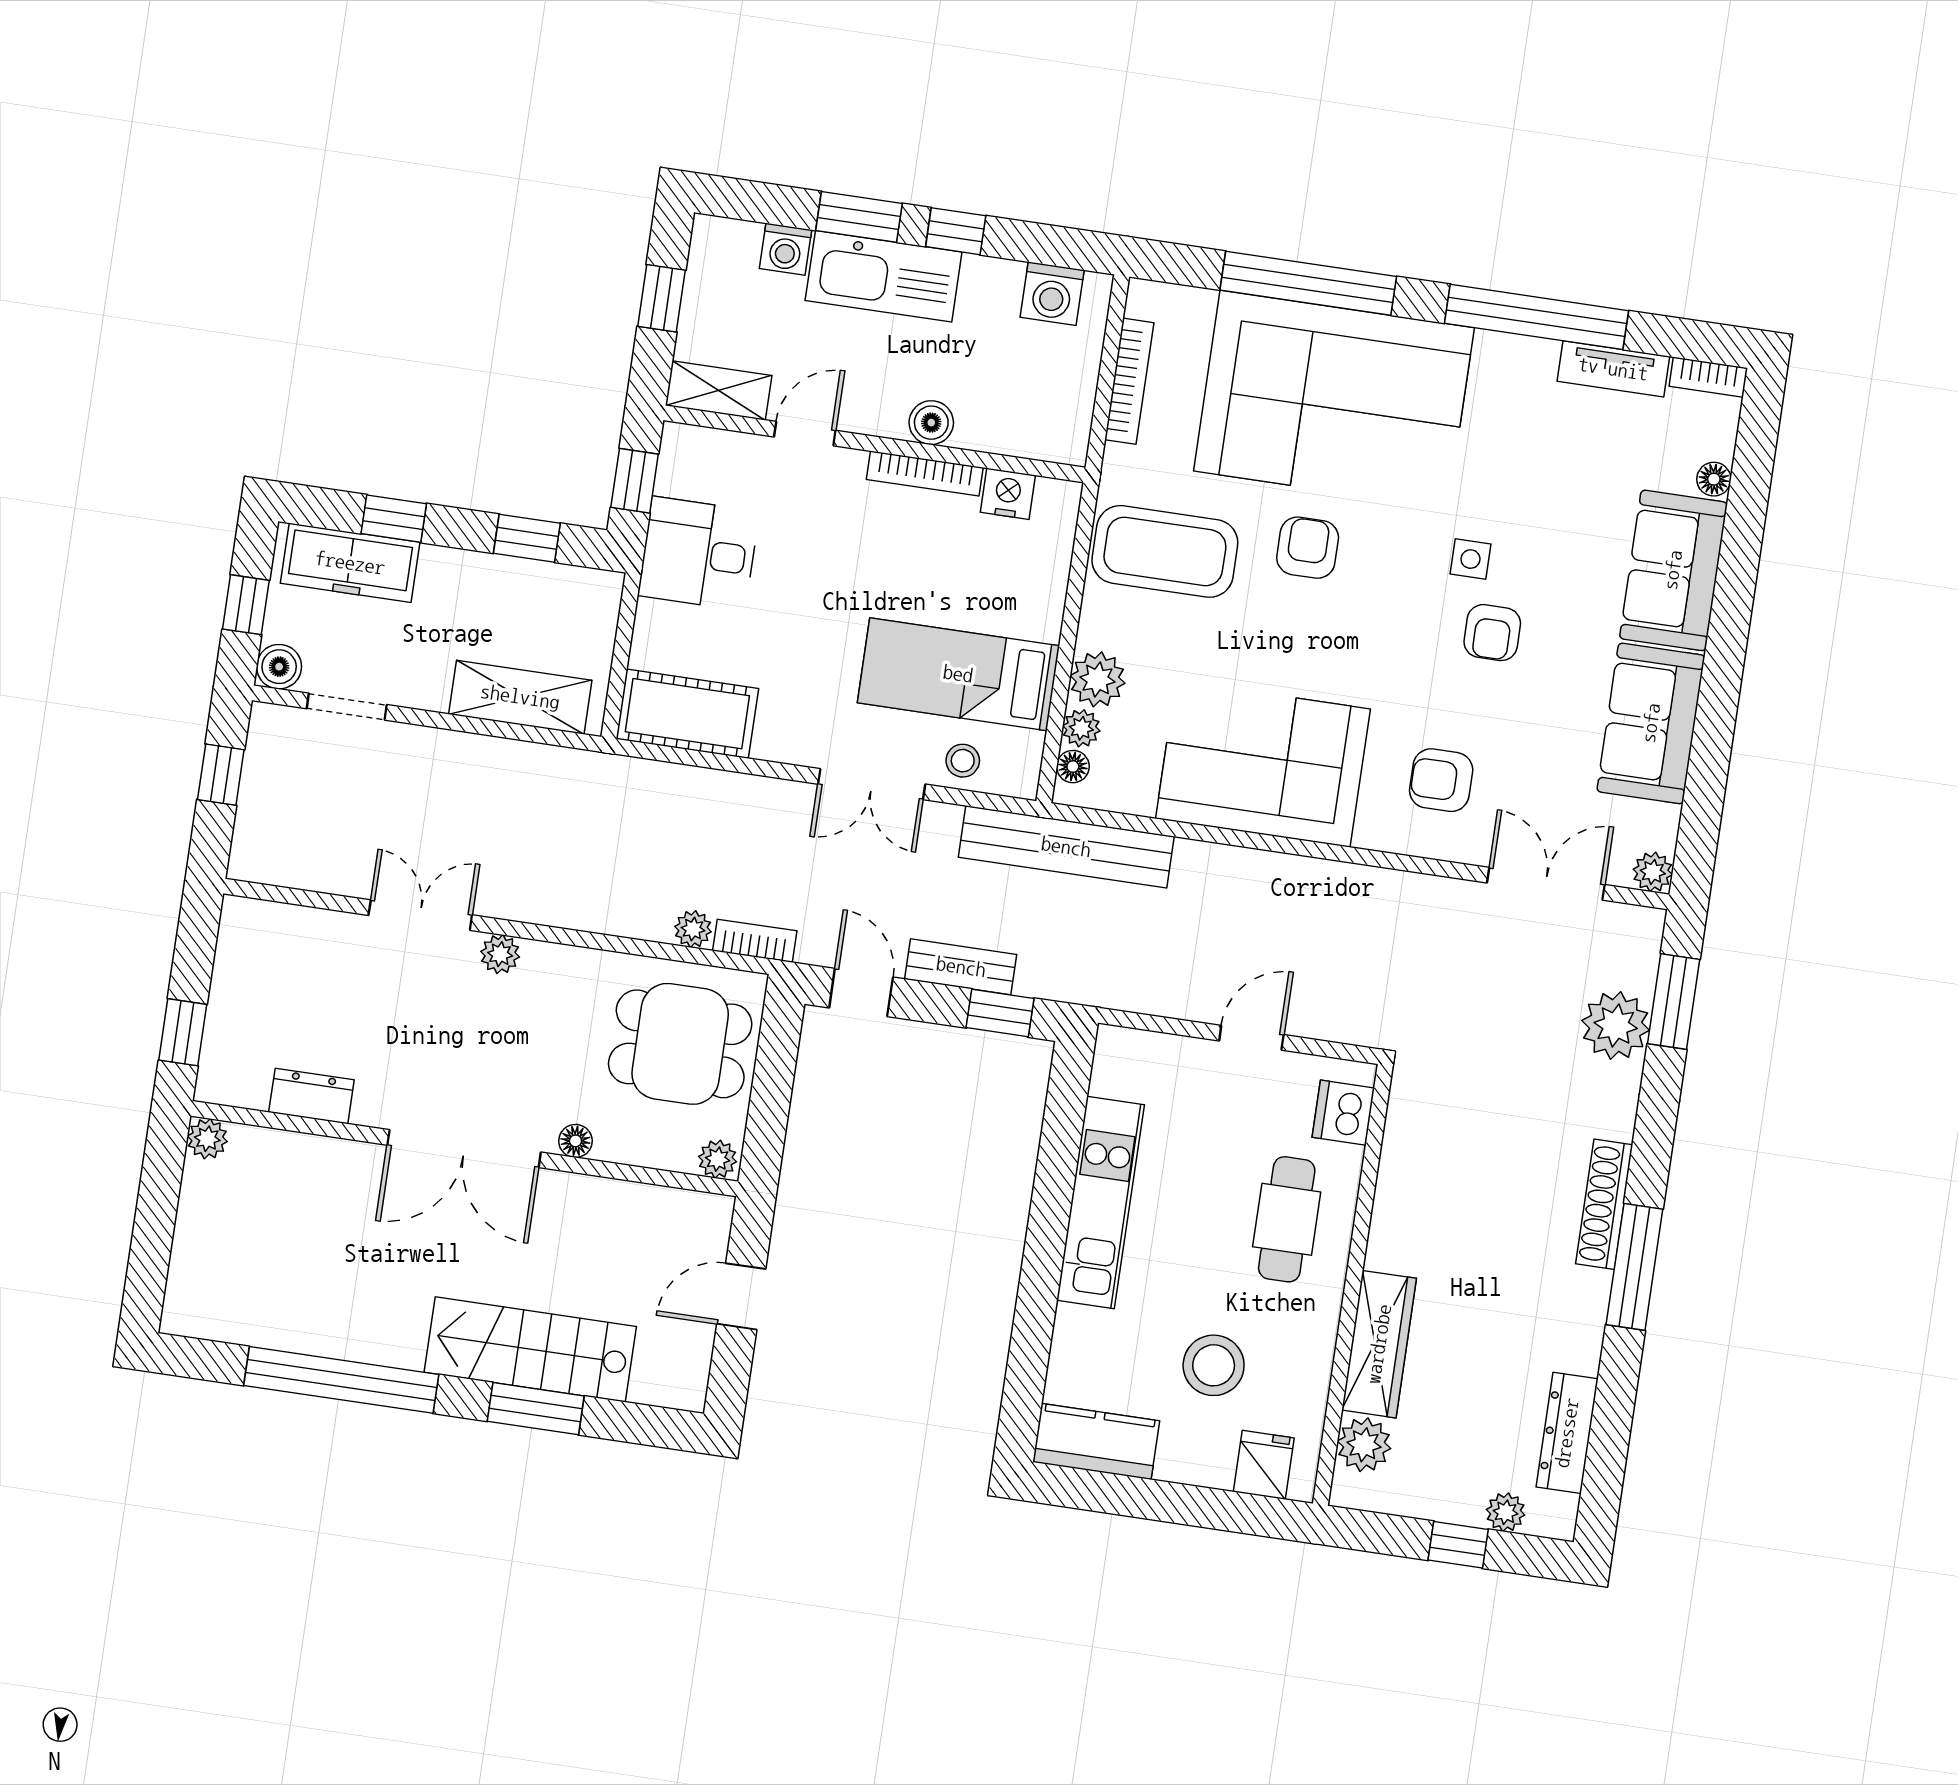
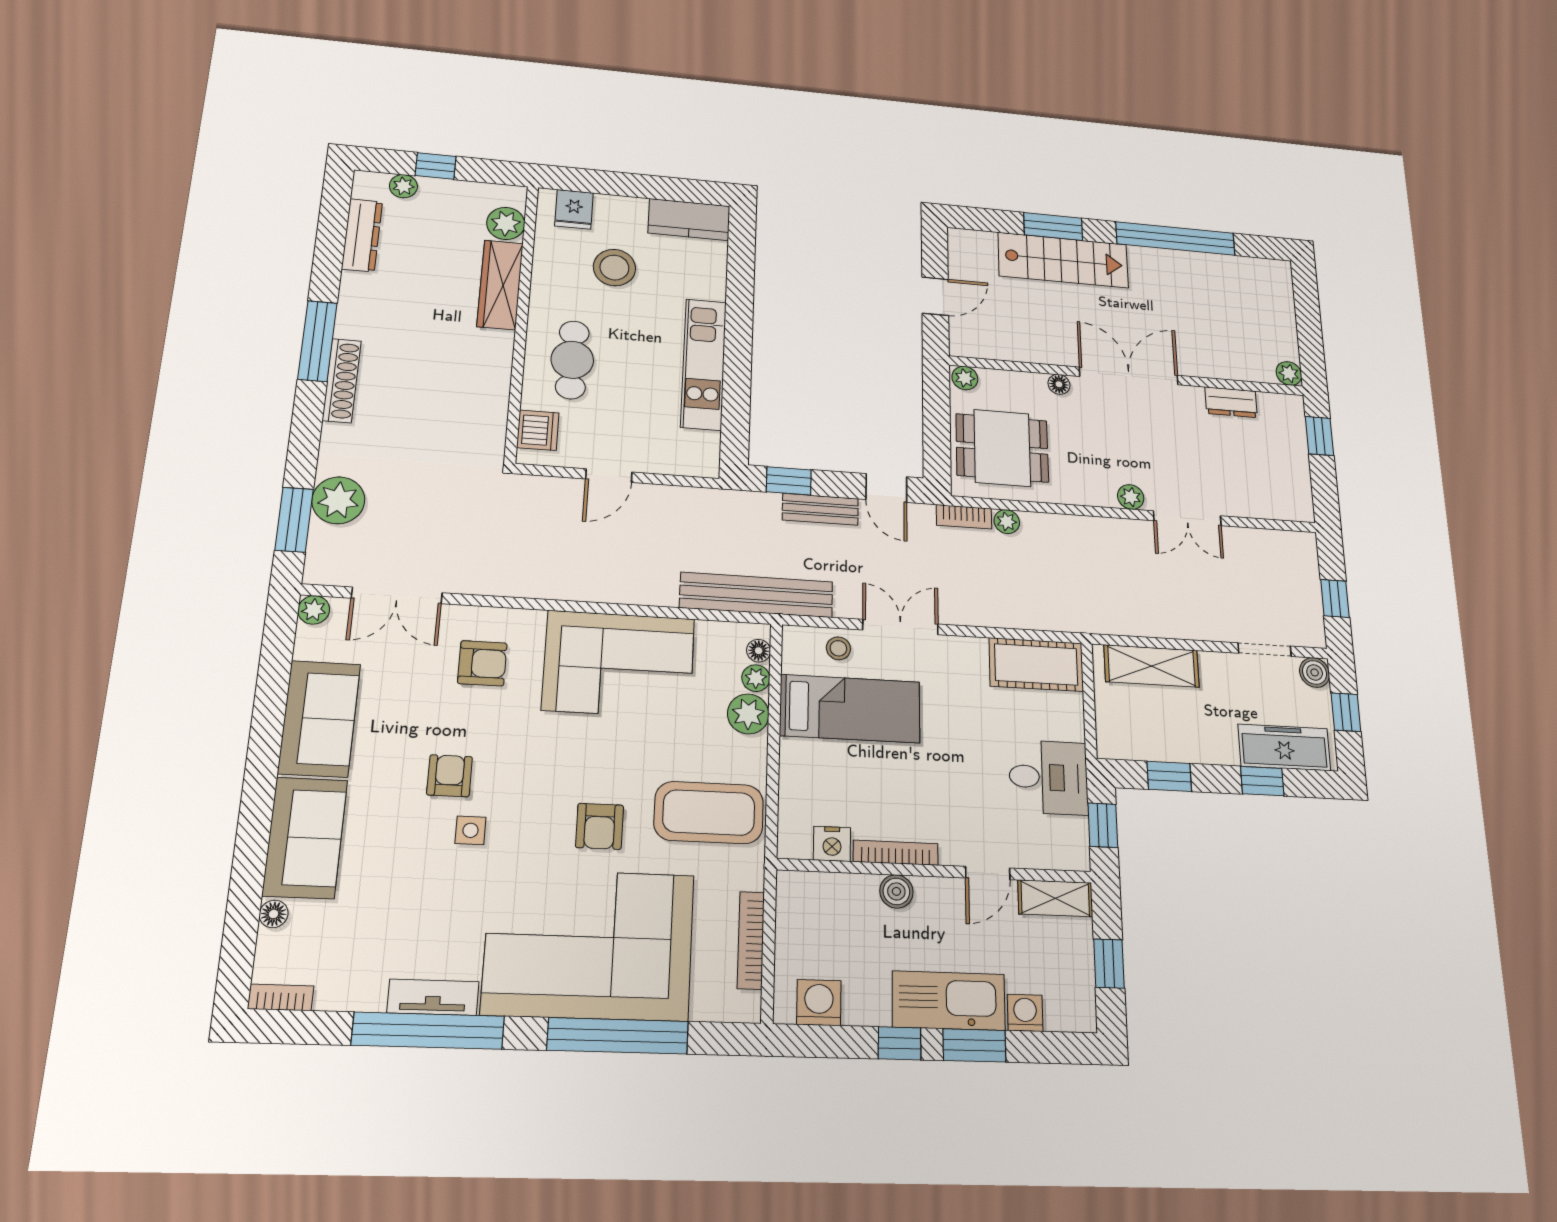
tv unit: (1613, 369) -> (433, 997), moved

